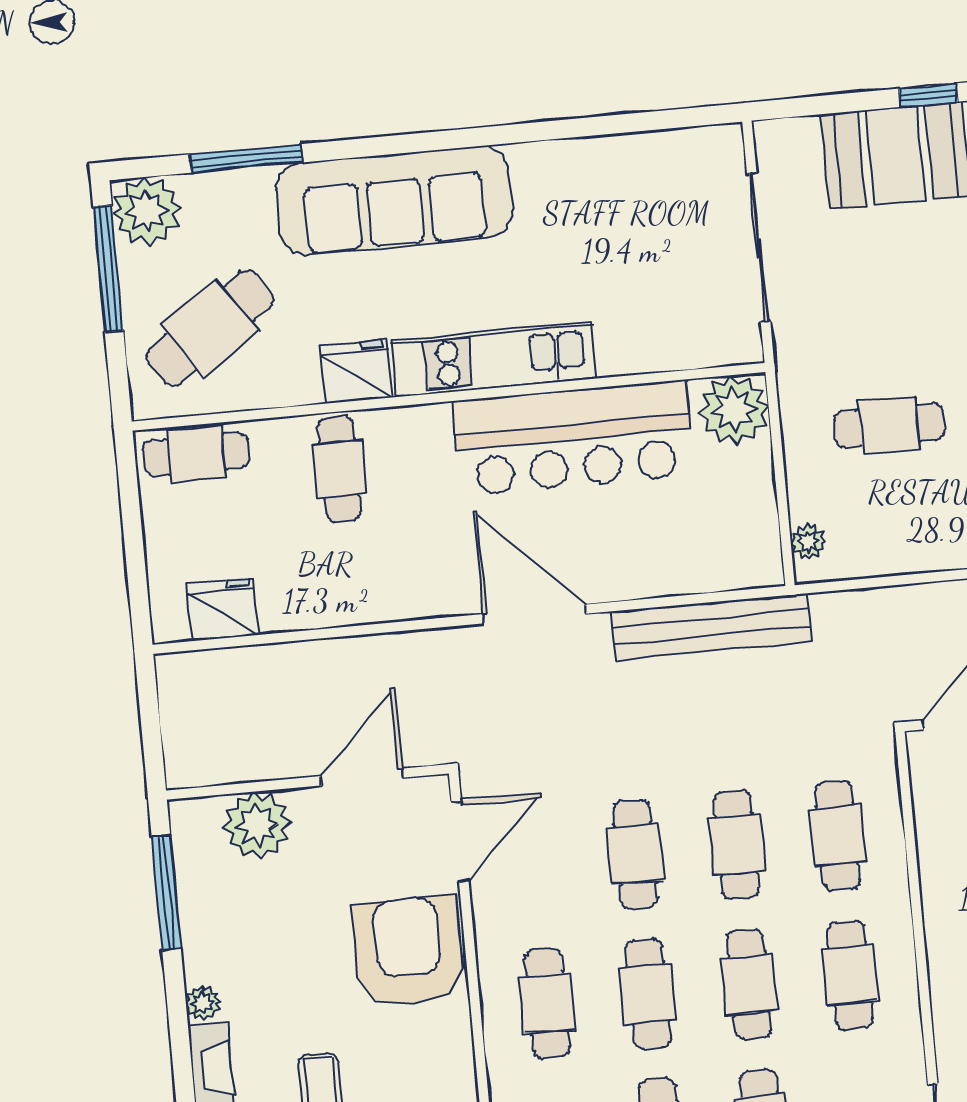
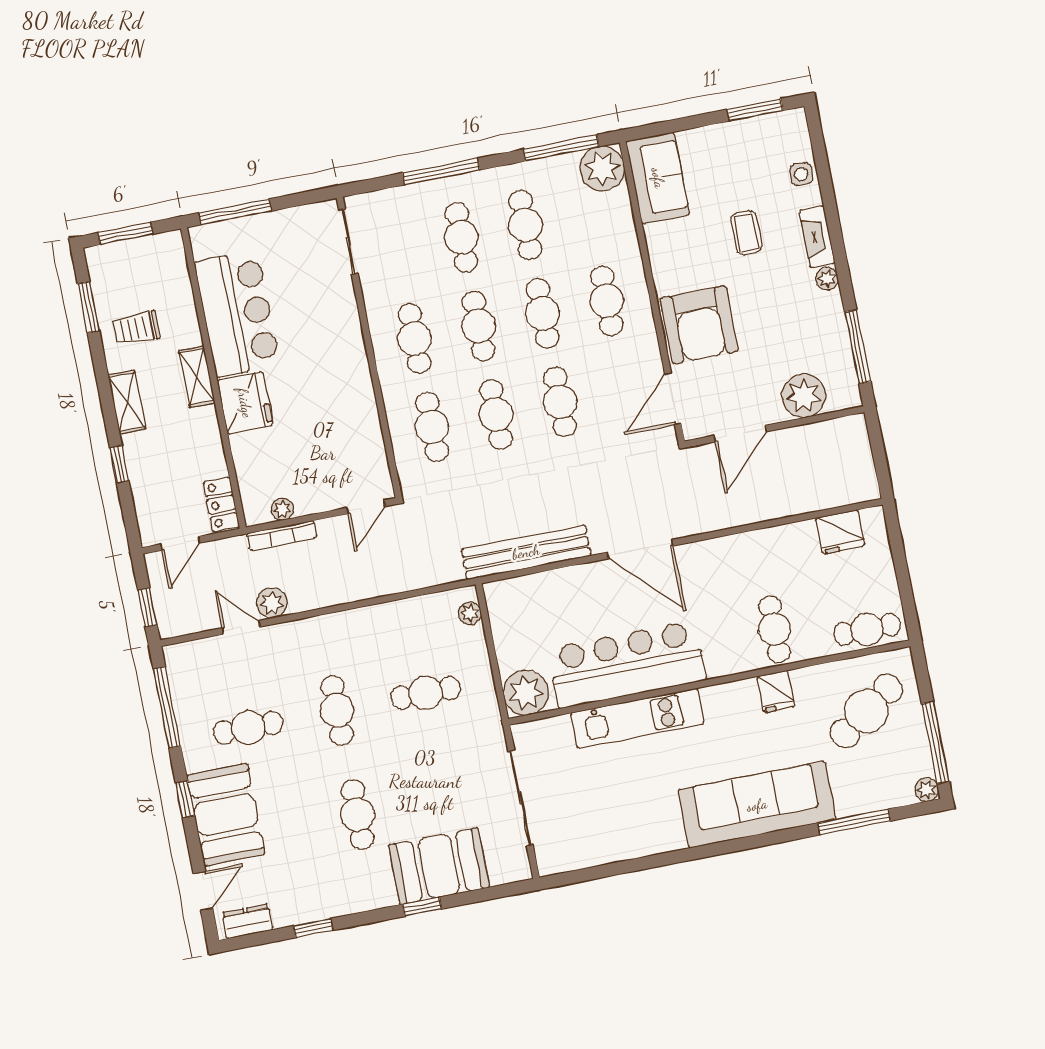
plant: (147, 211) -> (927, 790), width x0.53, depth x0.53
kitchen unit: (494, 359) -> (637, 718), moved
fridge: (356, 371) -> (776, 692), width x0.72

